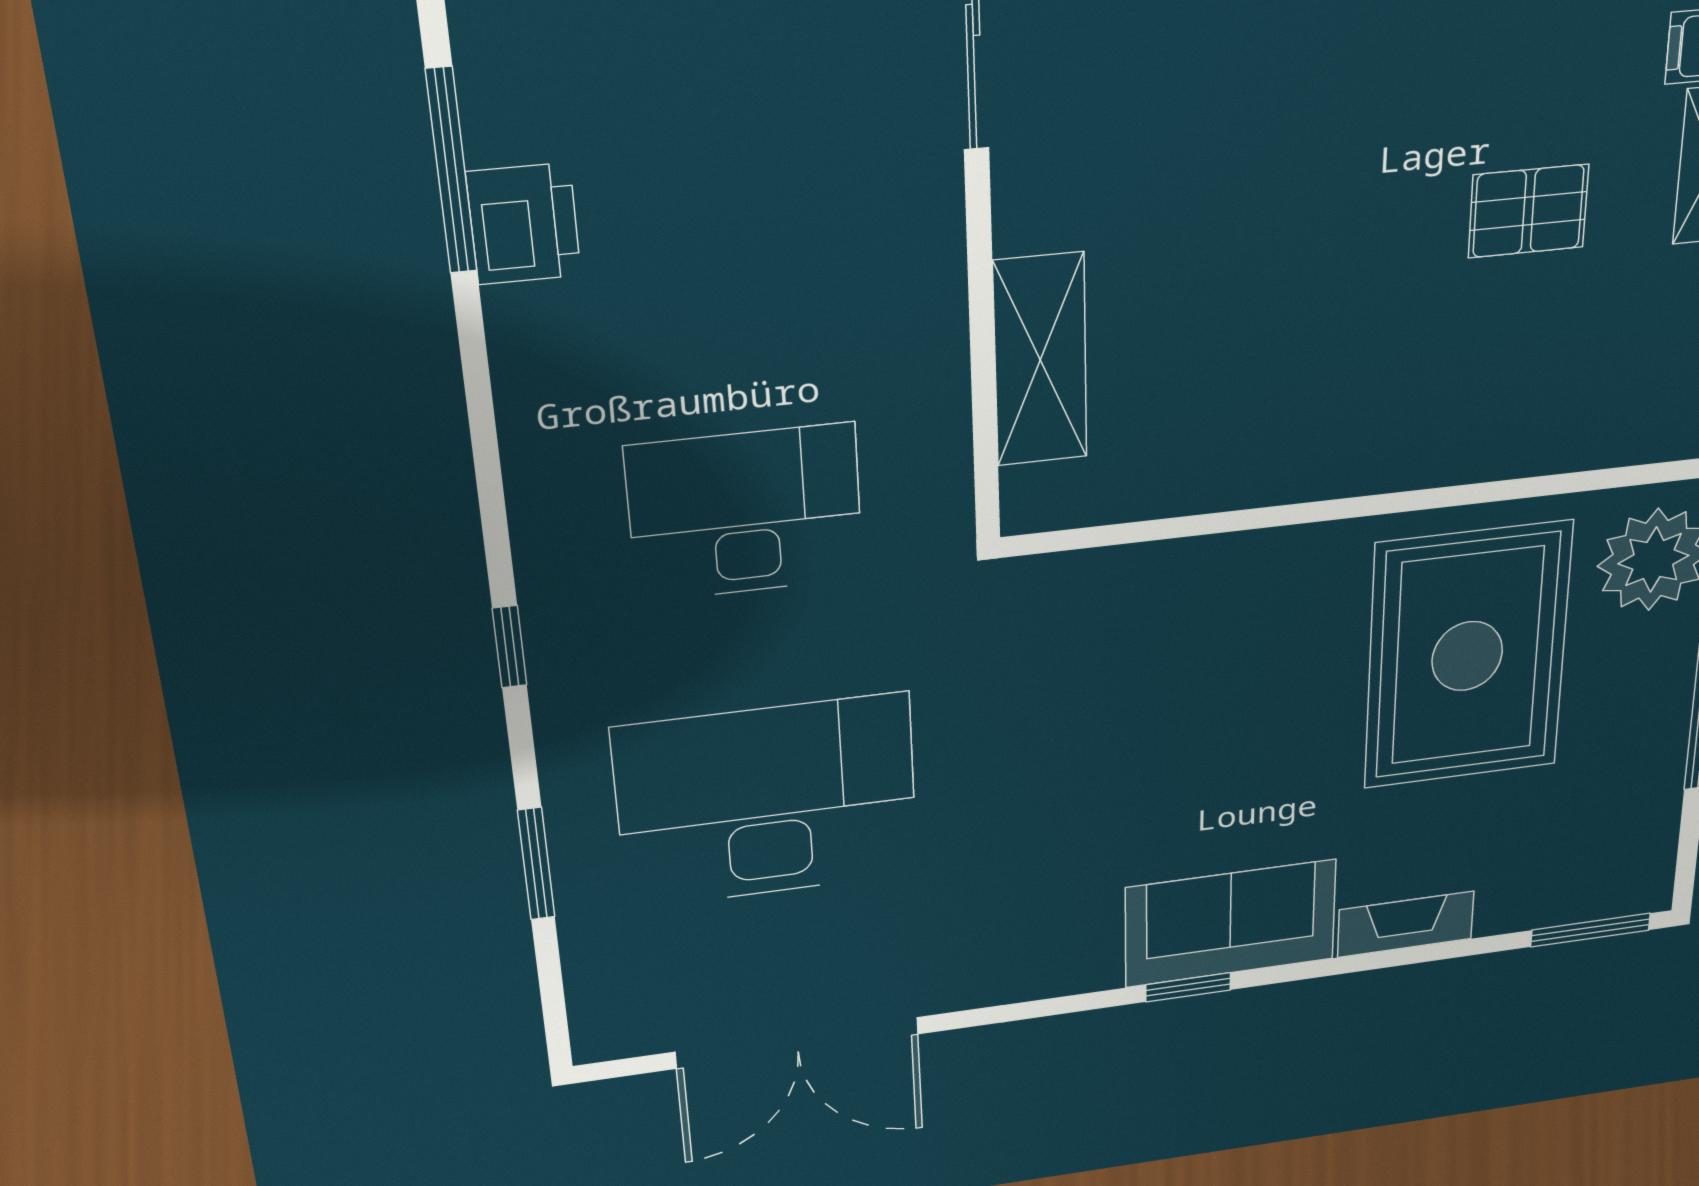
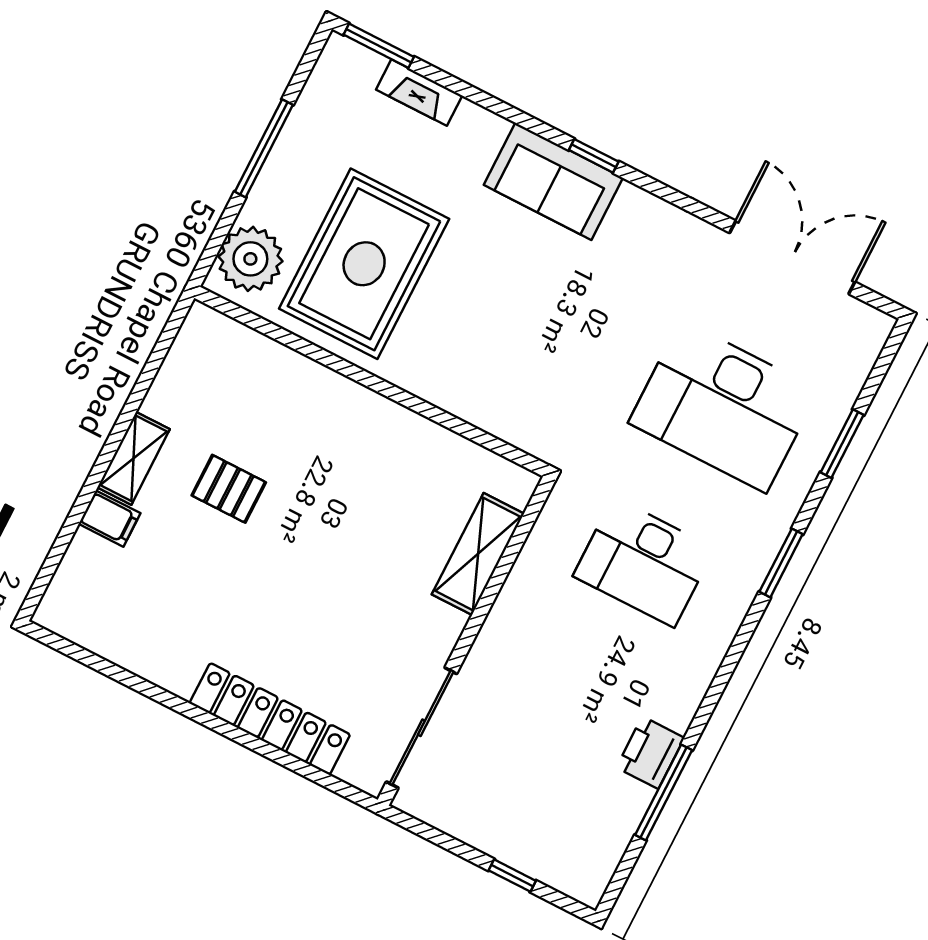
window: (510, 647) -> (781, 563), width x1.50
fireplace: (1406, 924) -> (419, 93), moved

